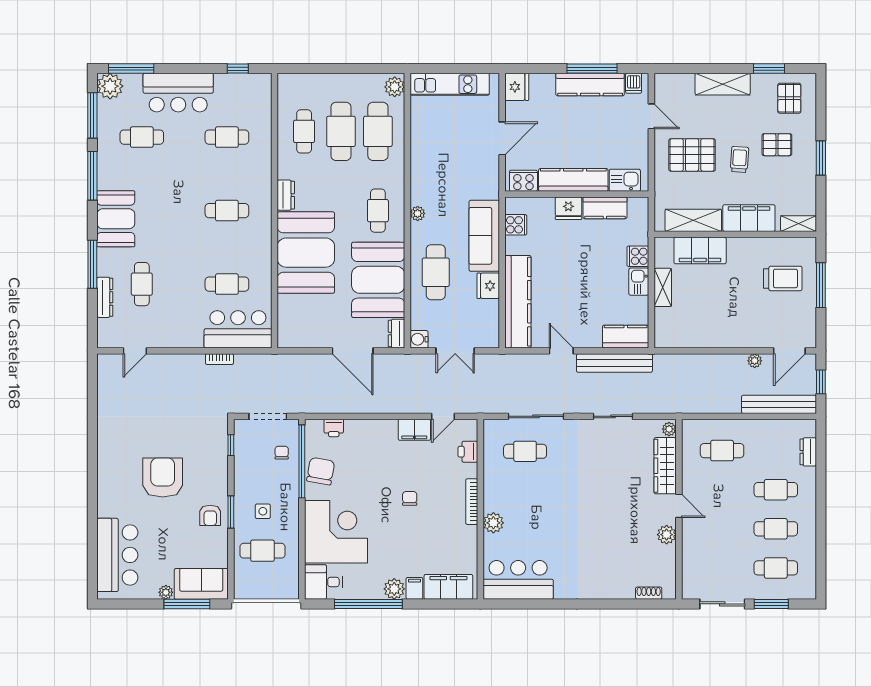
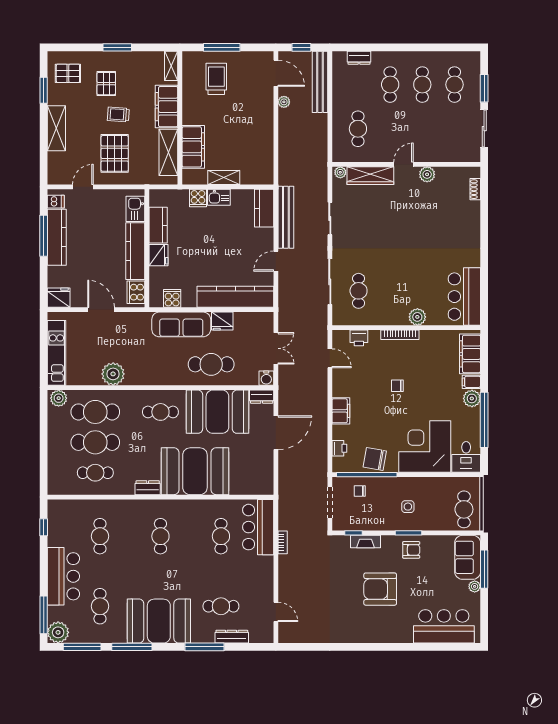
plant: (418, 213) -> (113, 374), moved, width x1.87, depth x1.87
booth: (116, 219) -> (159, 621), width x1.36, depth x1.42
filing cabinet: (414, 430) -> (341, 411), moved
fireplace: (220, 460) -> (366, 542), added
cafe table: (262, 551) -> (464, 509), moved

